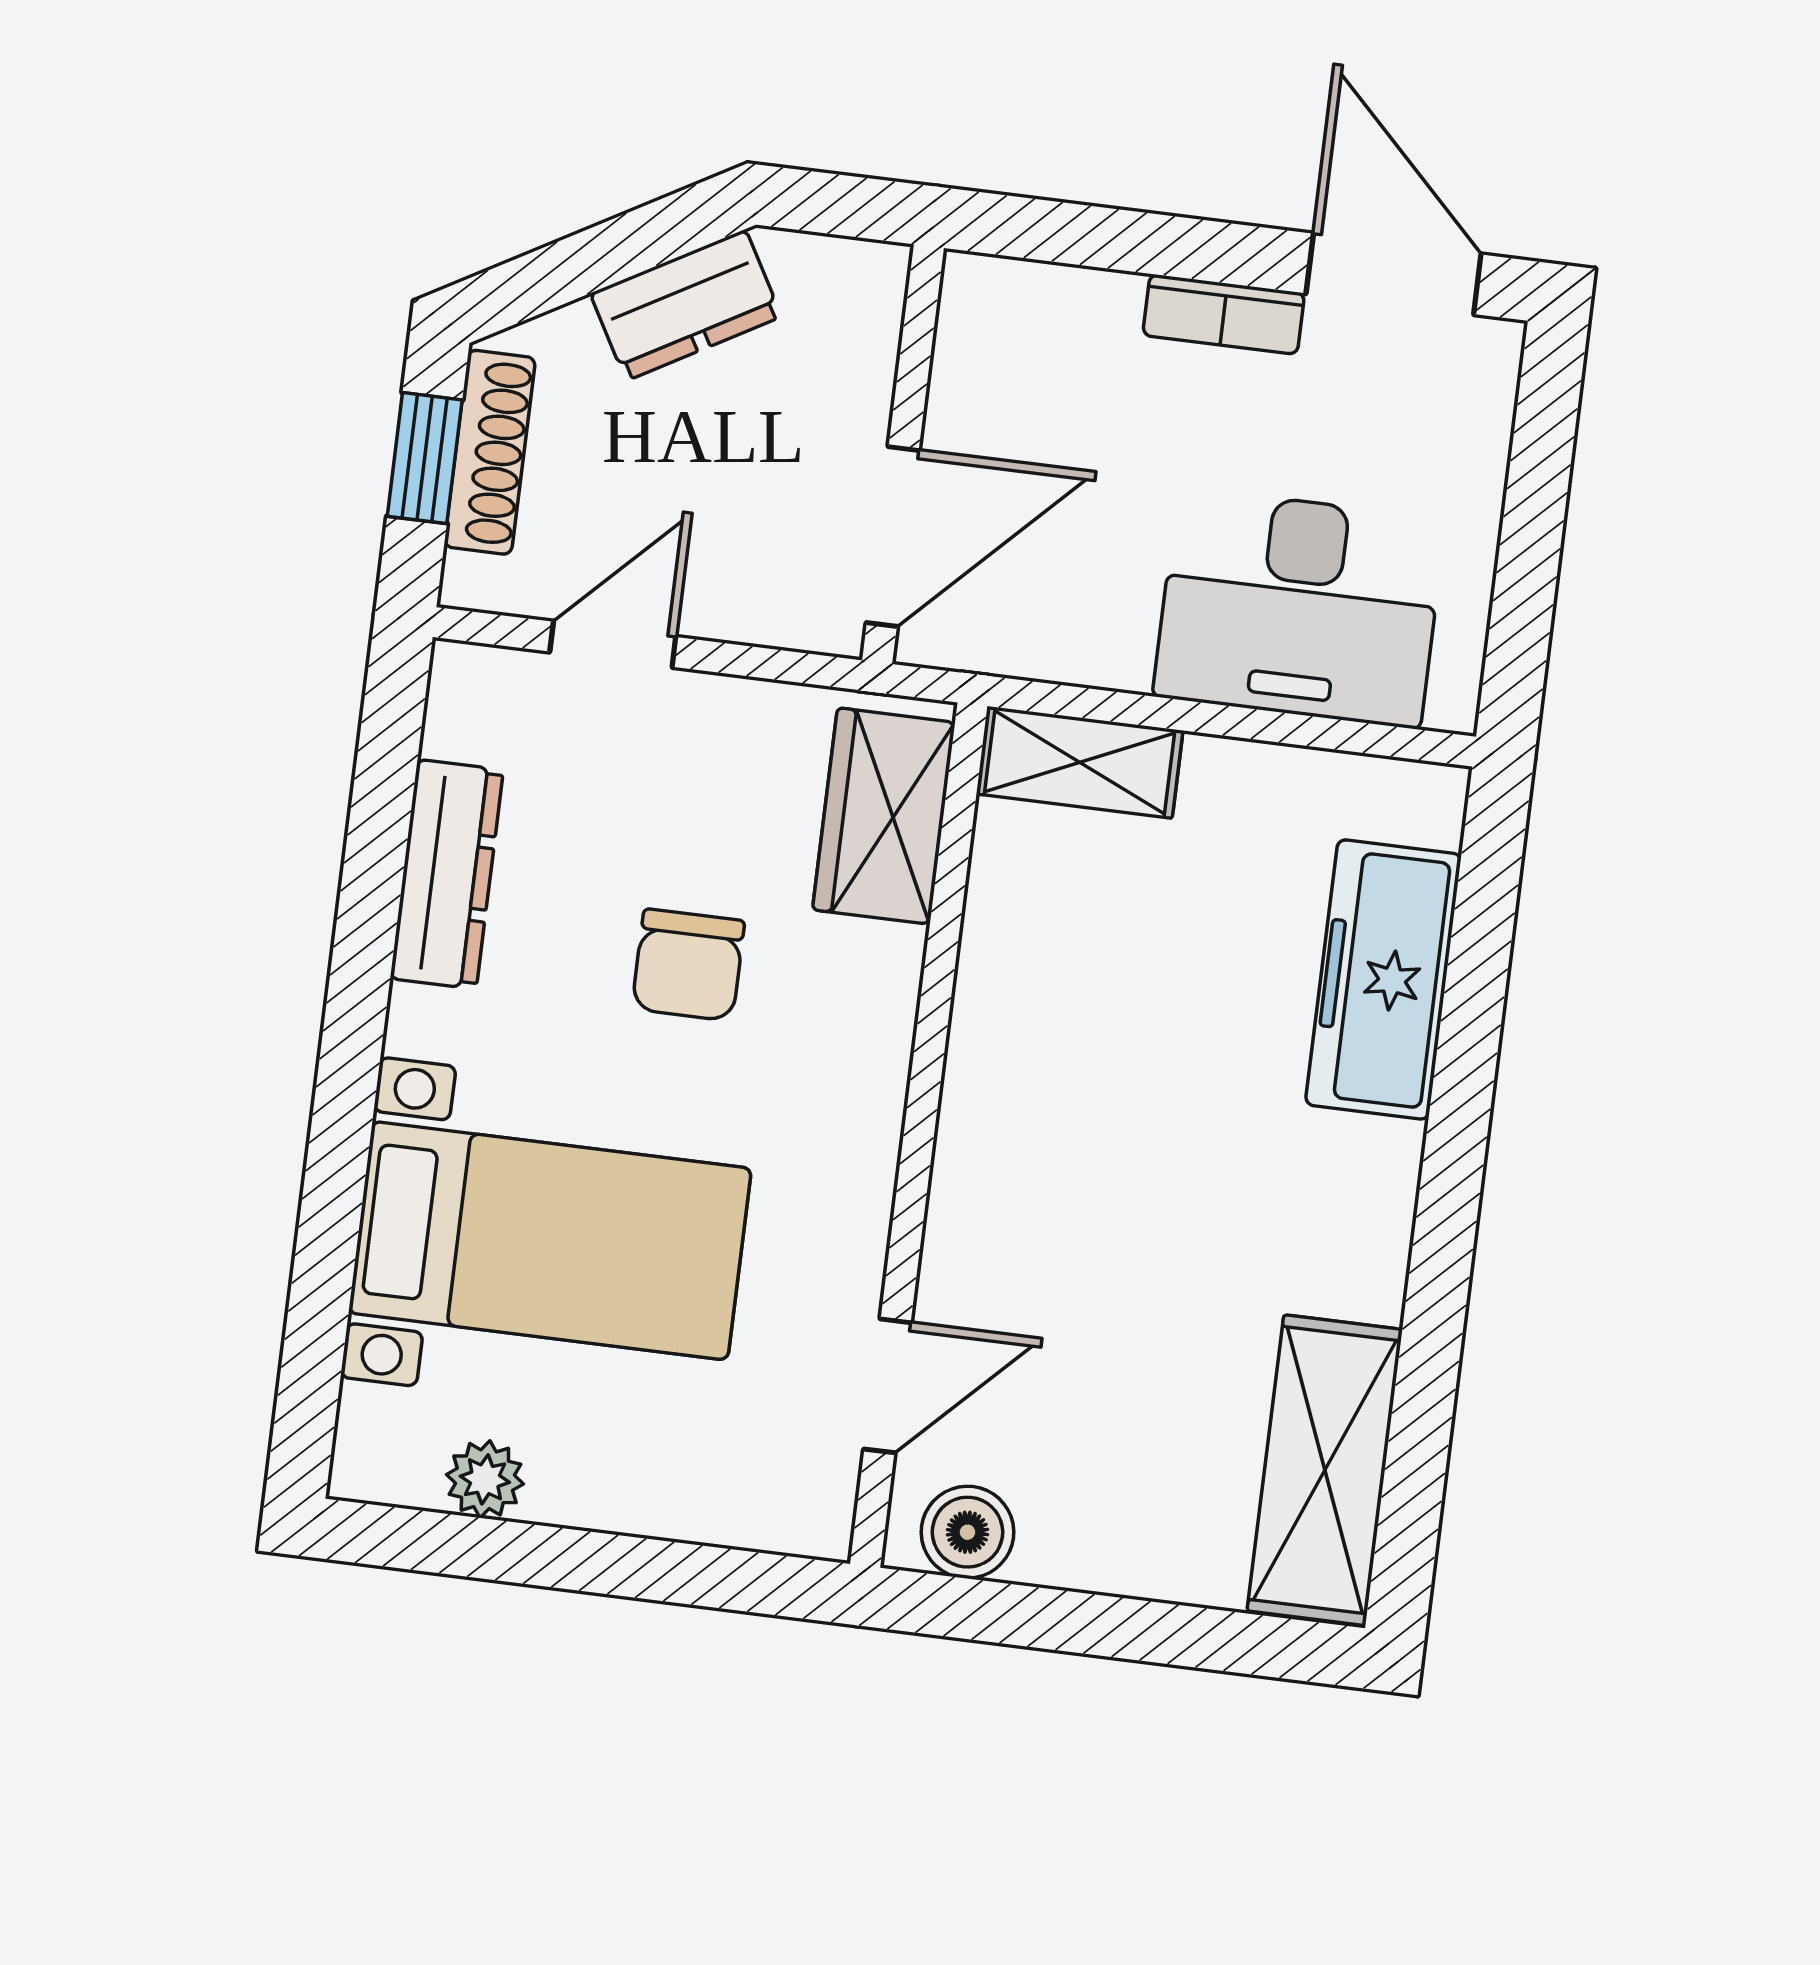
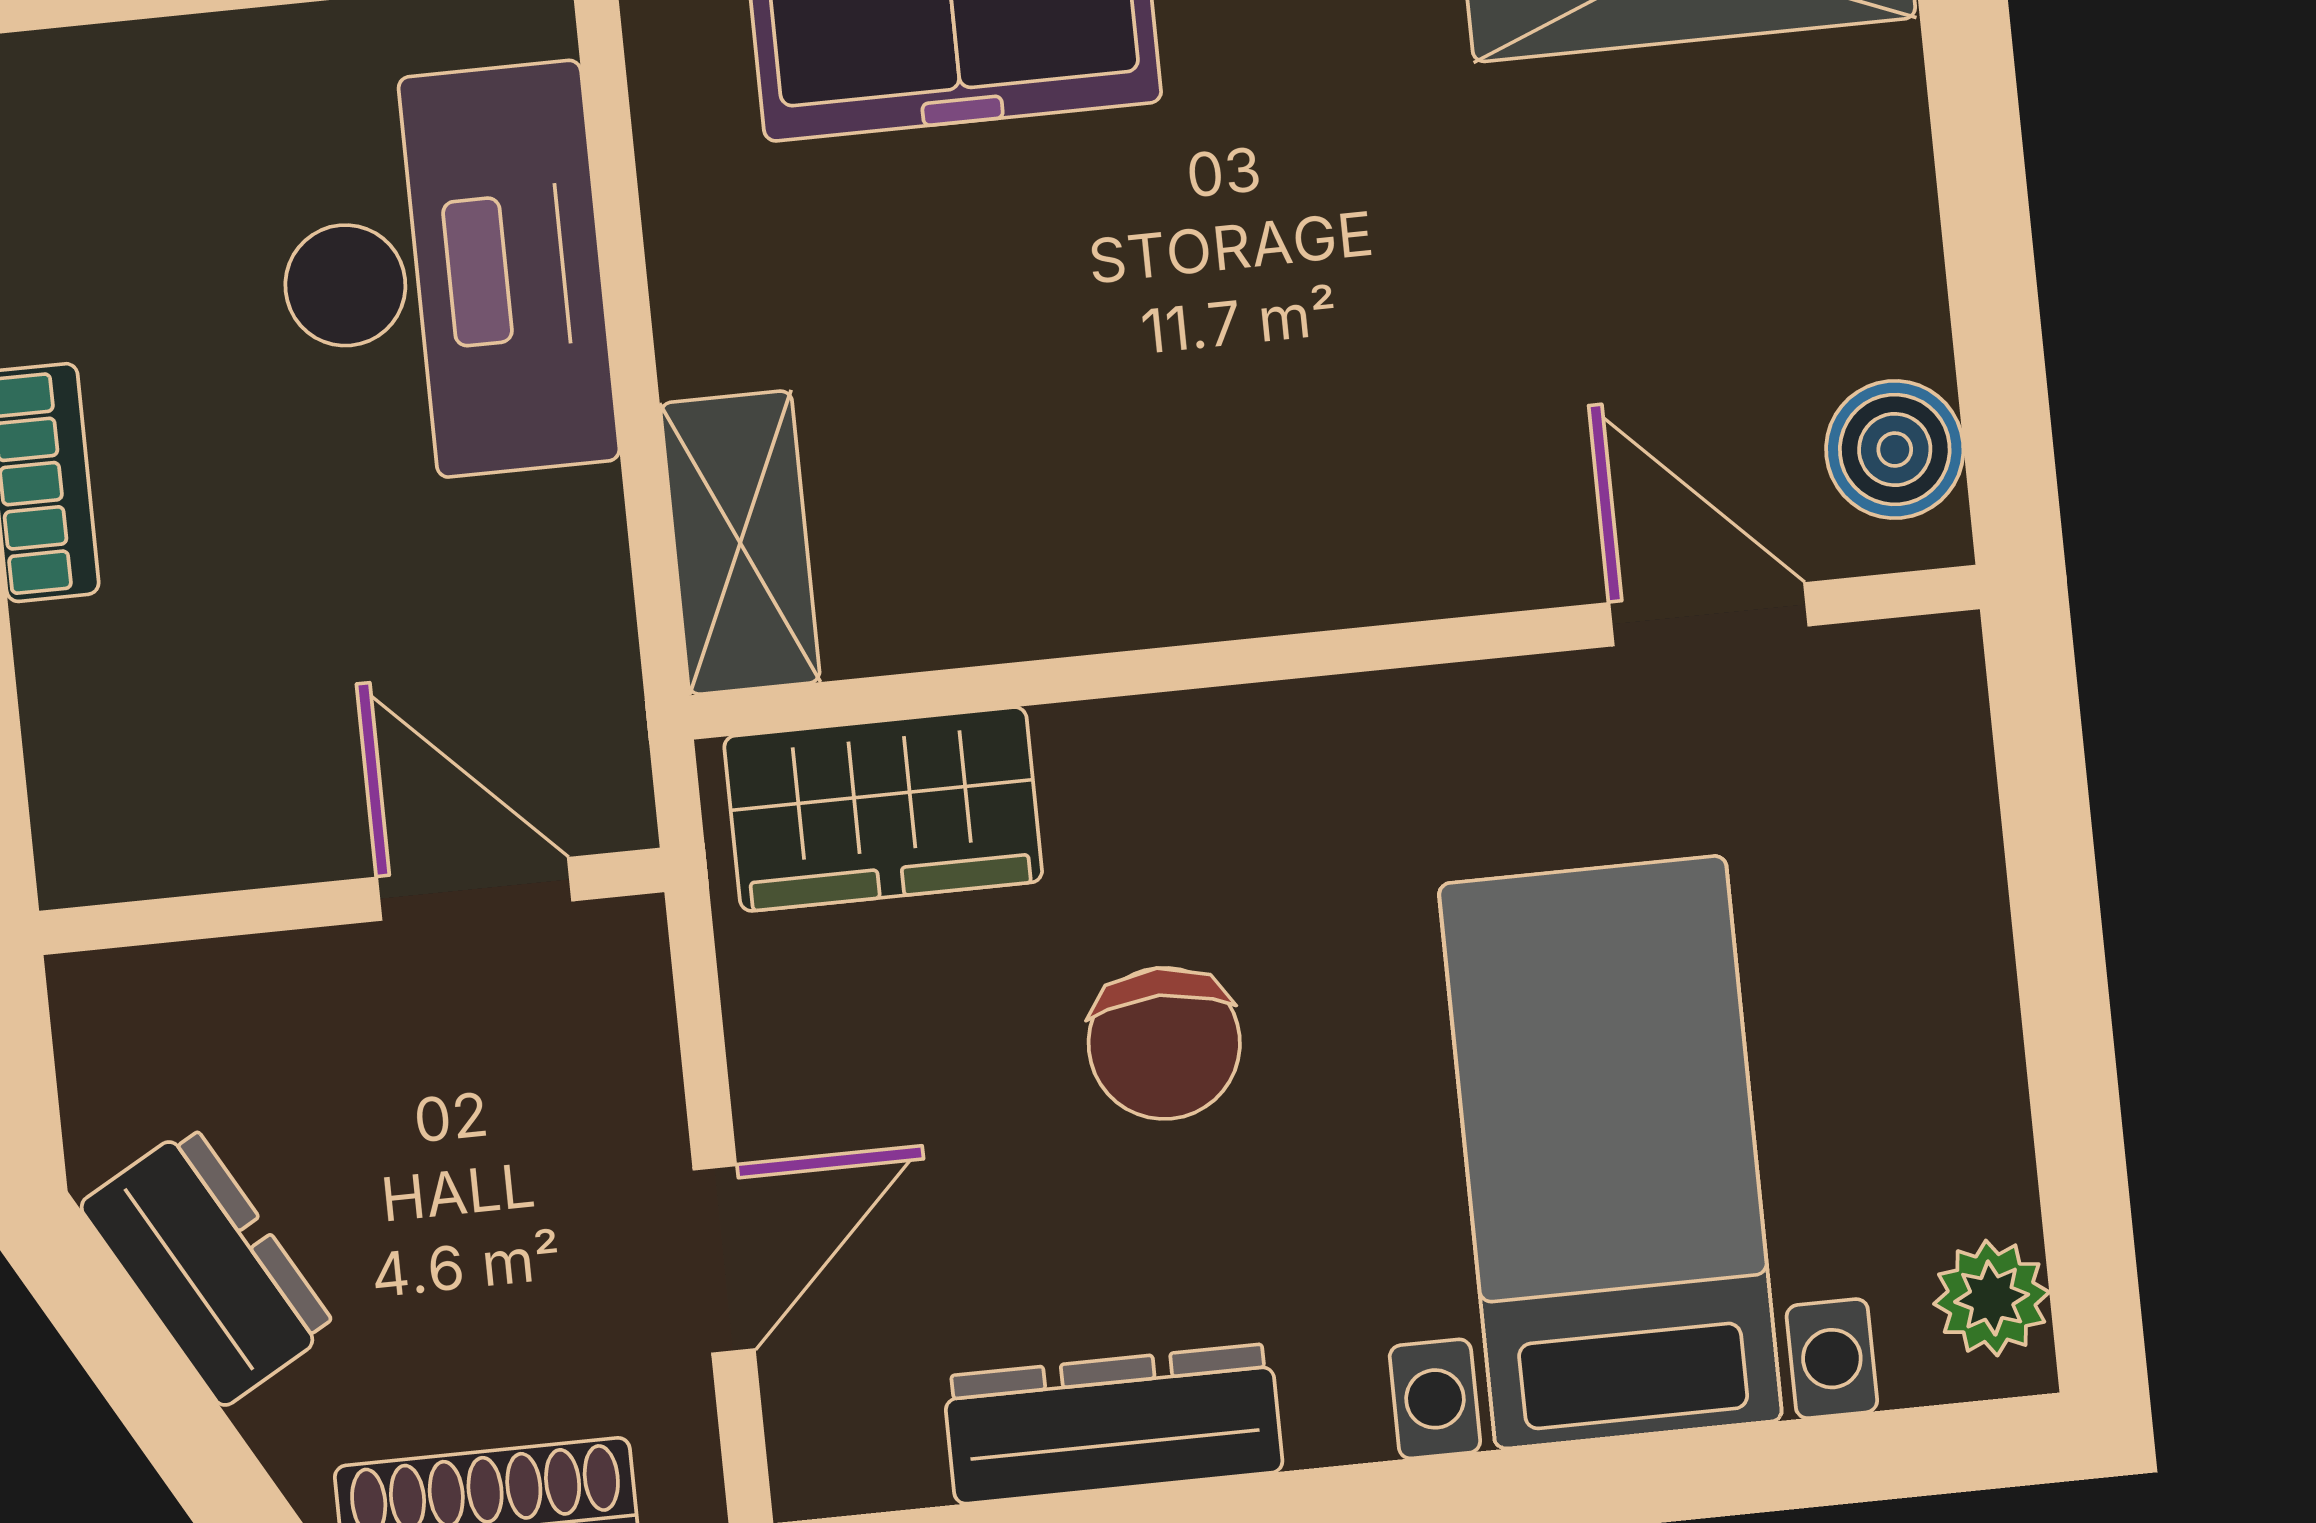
door: (893, 537) -> (475, 889), width x0.73
door: (613, 644) -> (724, 1259), swing flipped
chair: (688, 965) -> (1164, 1043), turned 90
plant: (485, 1479) -> (1992, 1298), moved

